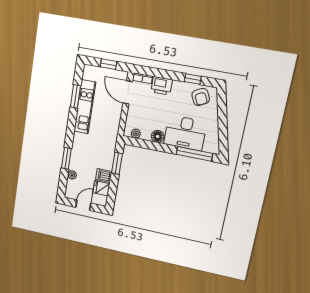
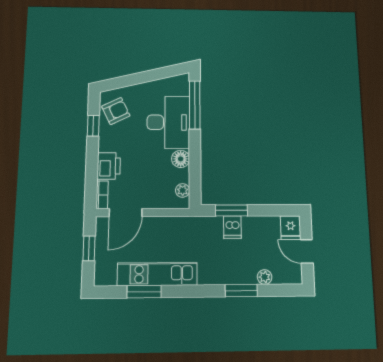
dishwasher: (104, 176) -> (232, 227), moved
fridge: (101, 188) -> (291, 228), moved

